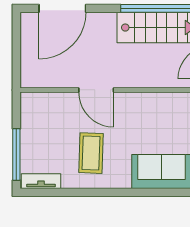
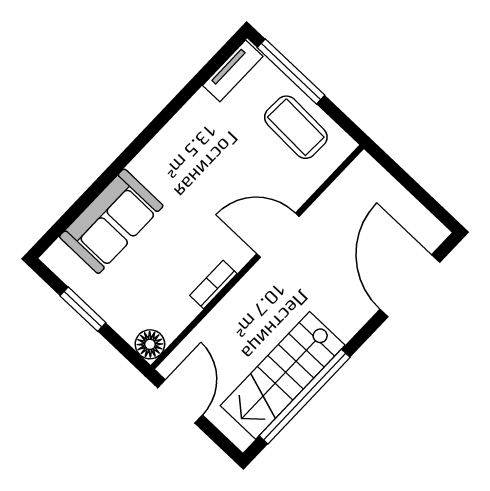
bookcase: (146, 98) -> (213, 285), added
coffee table: (91, 153) -> (296, 127), moved

